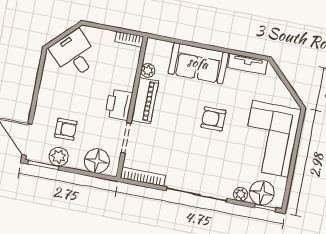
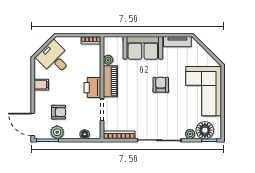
filing cabinet: (49, 87) -> (41, 85), added
armchair: (213, 119) -> (161, 85), turned 90
floor lamp: (97, 161) -> (85, 134), width x0.53, depth x0.53

